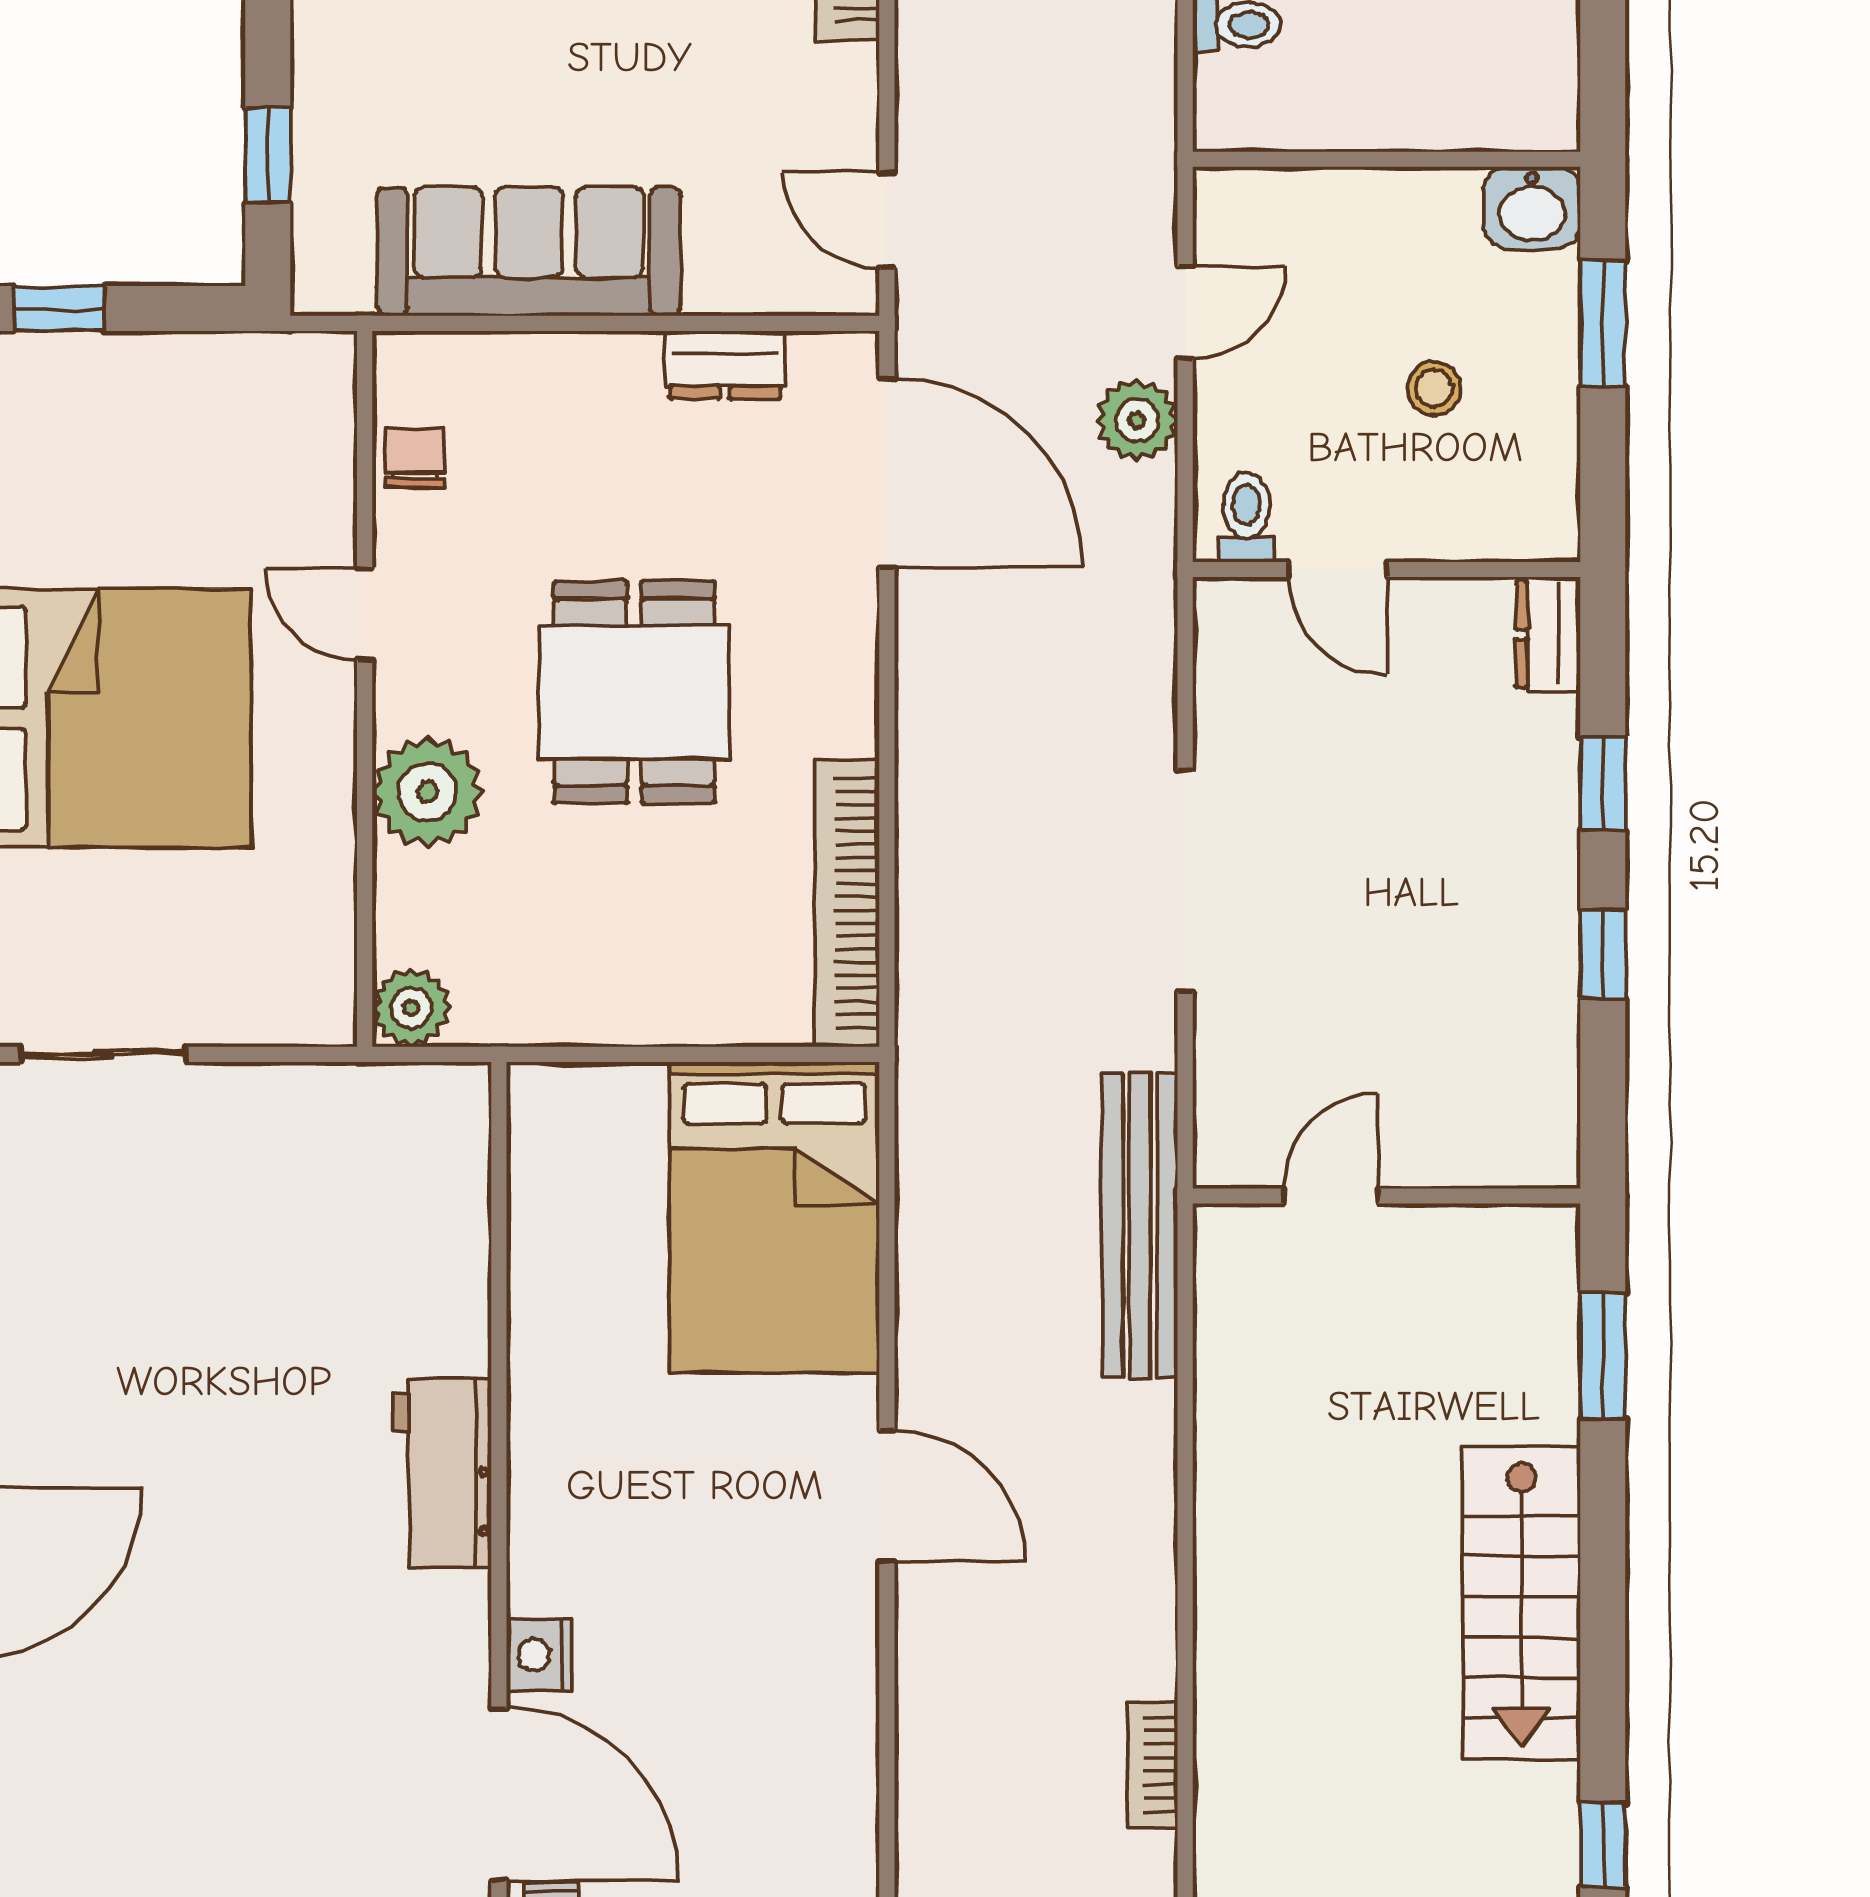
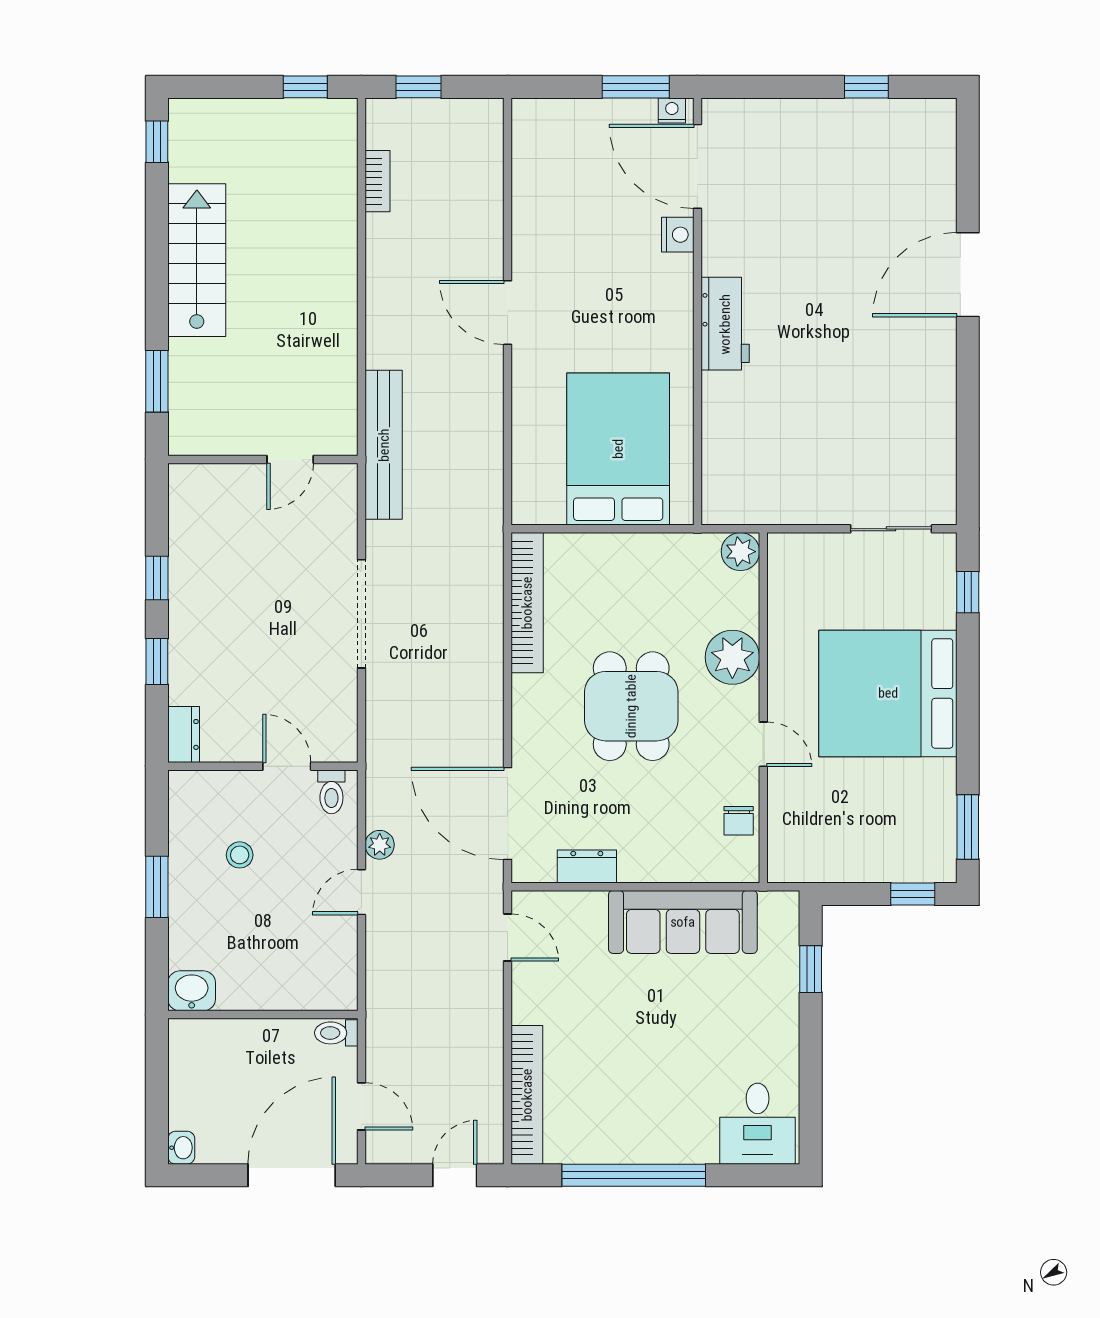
wall: (1387, 159) -> (263, 1015), moved
washbasin: (1532, 208) -> (192, 991), moved
plant: (1137, 420) -> (380, 845), width x0.73, depth x0.73
bed: (774, 1217) -> (618, 449), moved

